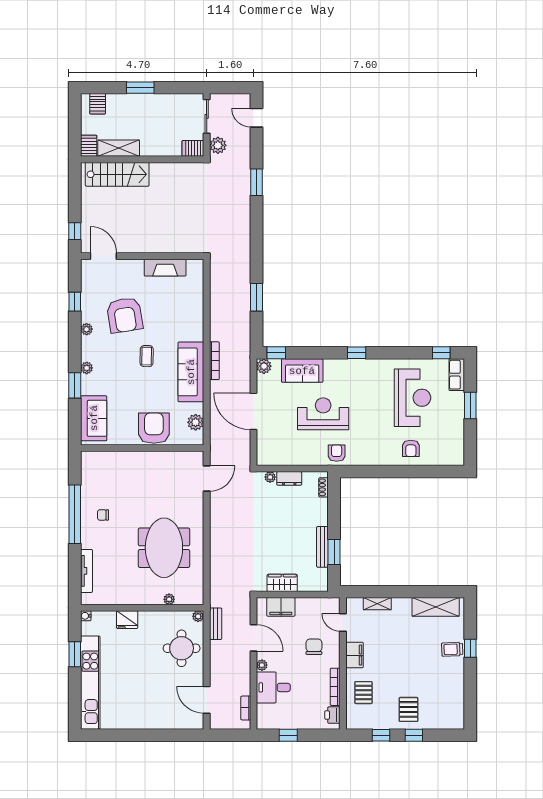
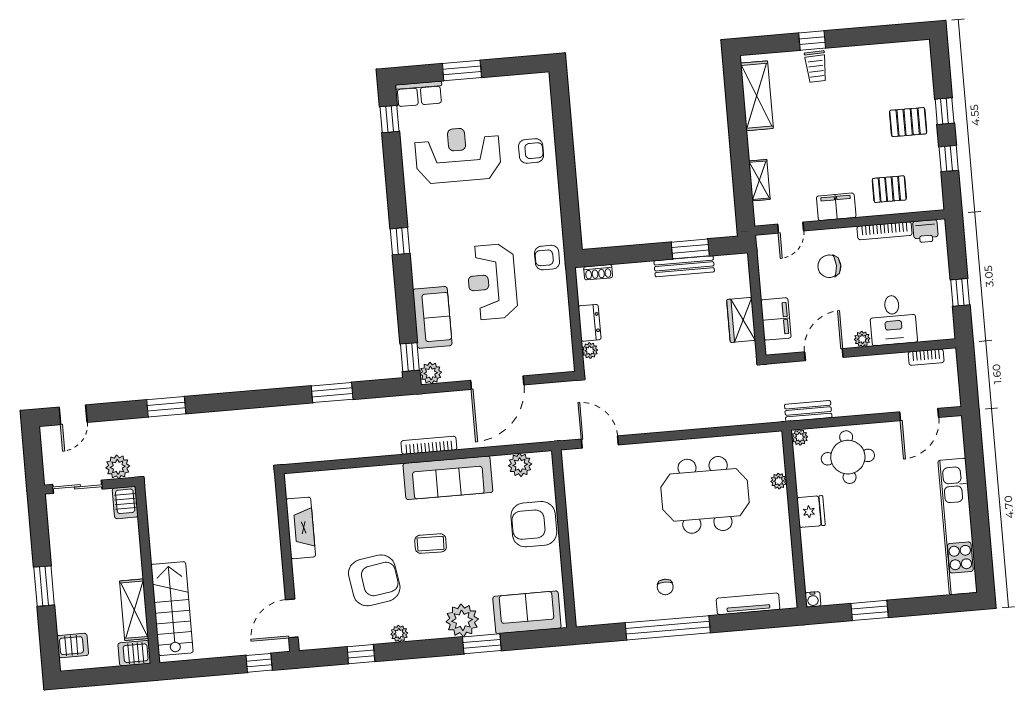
plant: (87, 368) -> (462, 620), width x1.87, depth x1.87
fridge: (127, 620) -> (811, 512), moved
kitchen unit: (90, 683) -> (958, 527), moved, turned -90

